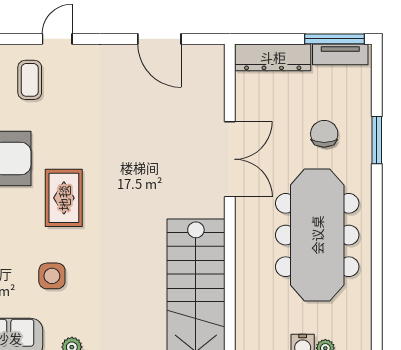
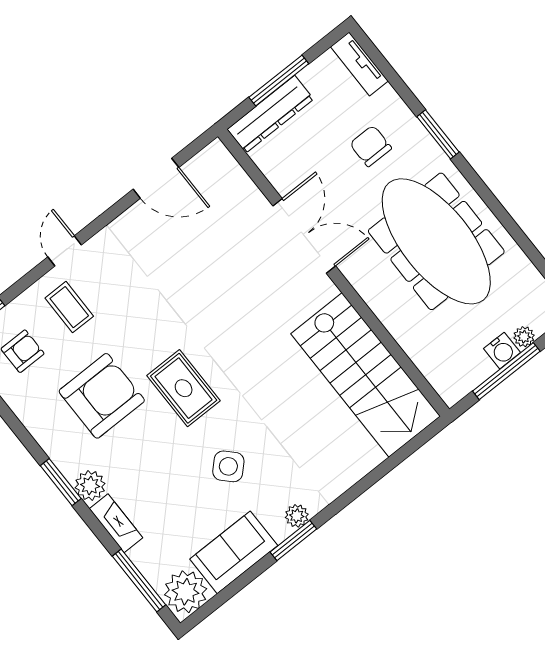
window: (335, 39) -> (279, 81), moved
tv unit: (340, 54) -> (359, 64), moved, turned 90
window: (377, 140) -> (438, 134), moved
side table: (52, 276) -> (228, 466), turned 45

